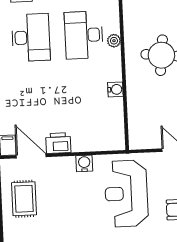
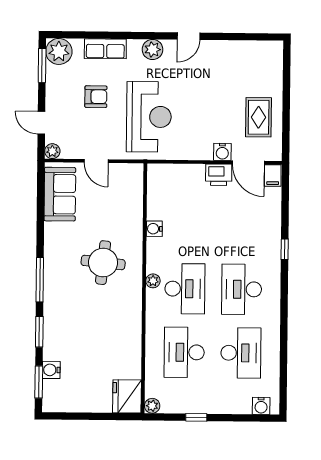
water cooler: (84, 163) -> (222, 152), moved

